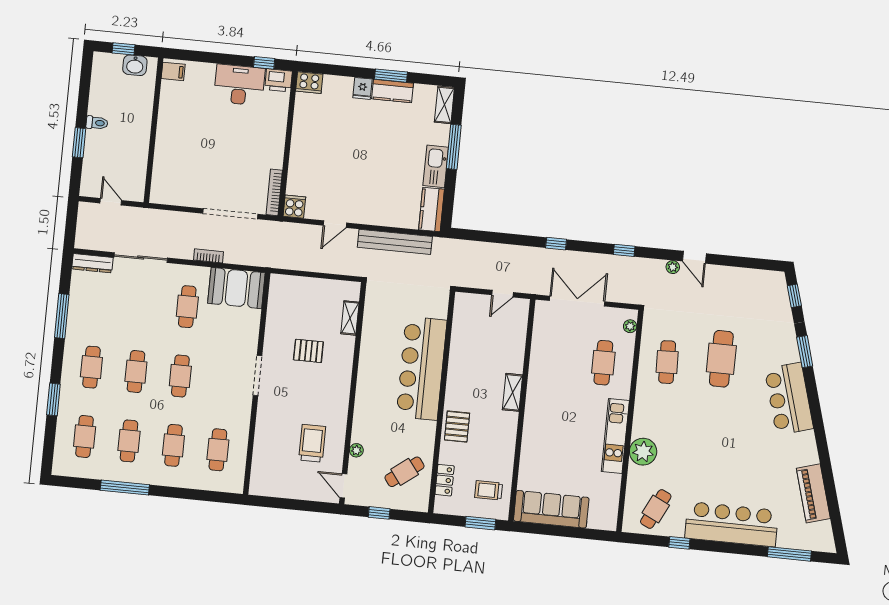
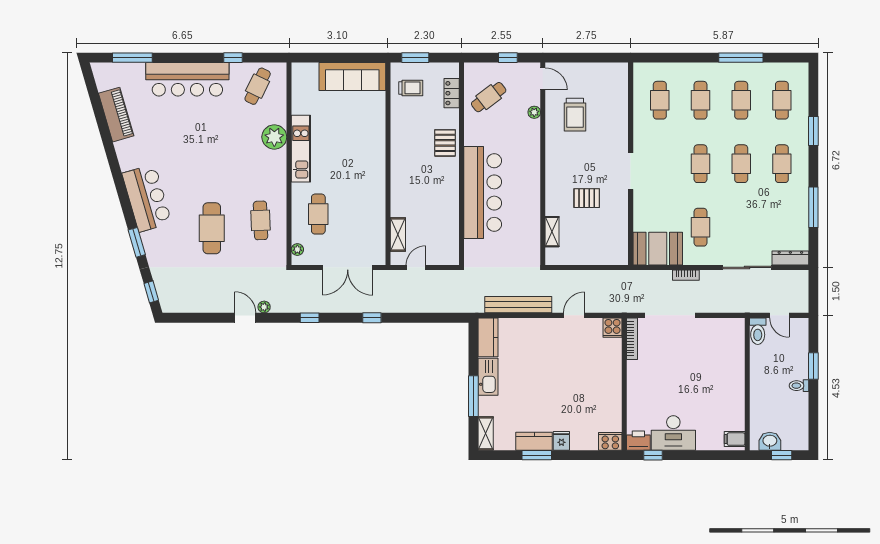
toilet: (136, 187) -> (758, 331), added
shelving: (513, 392) -> (398, 234), moved

